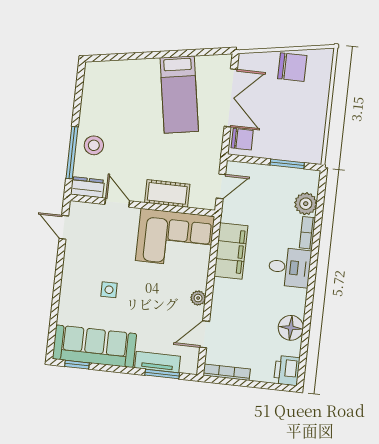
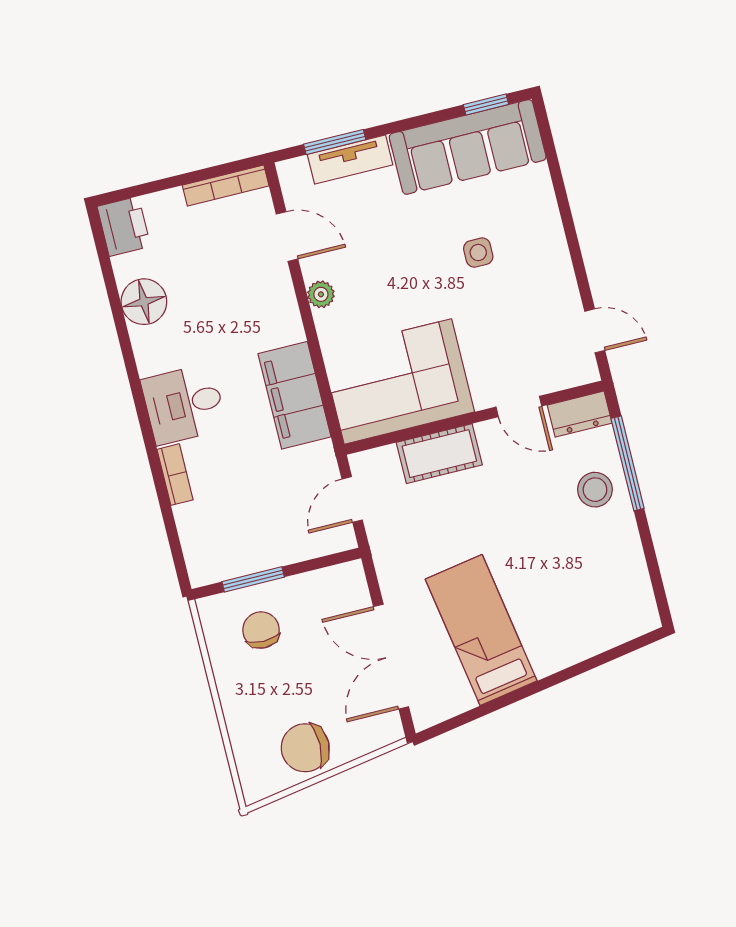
chair: (242, 139) -> (261, 630), moved, turned 90
plant: (306, 204) -> (196, 523), removed
door: (205, 334) -> (287, 237), hinge flipped

